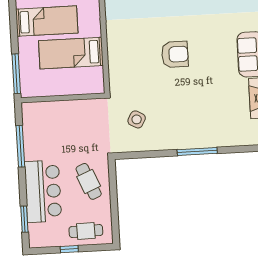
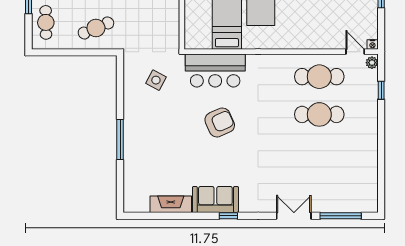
armchair: (175, 54) -> (220, 122), turned -114
bar counter: (124, 62) -> (215, 71), added

